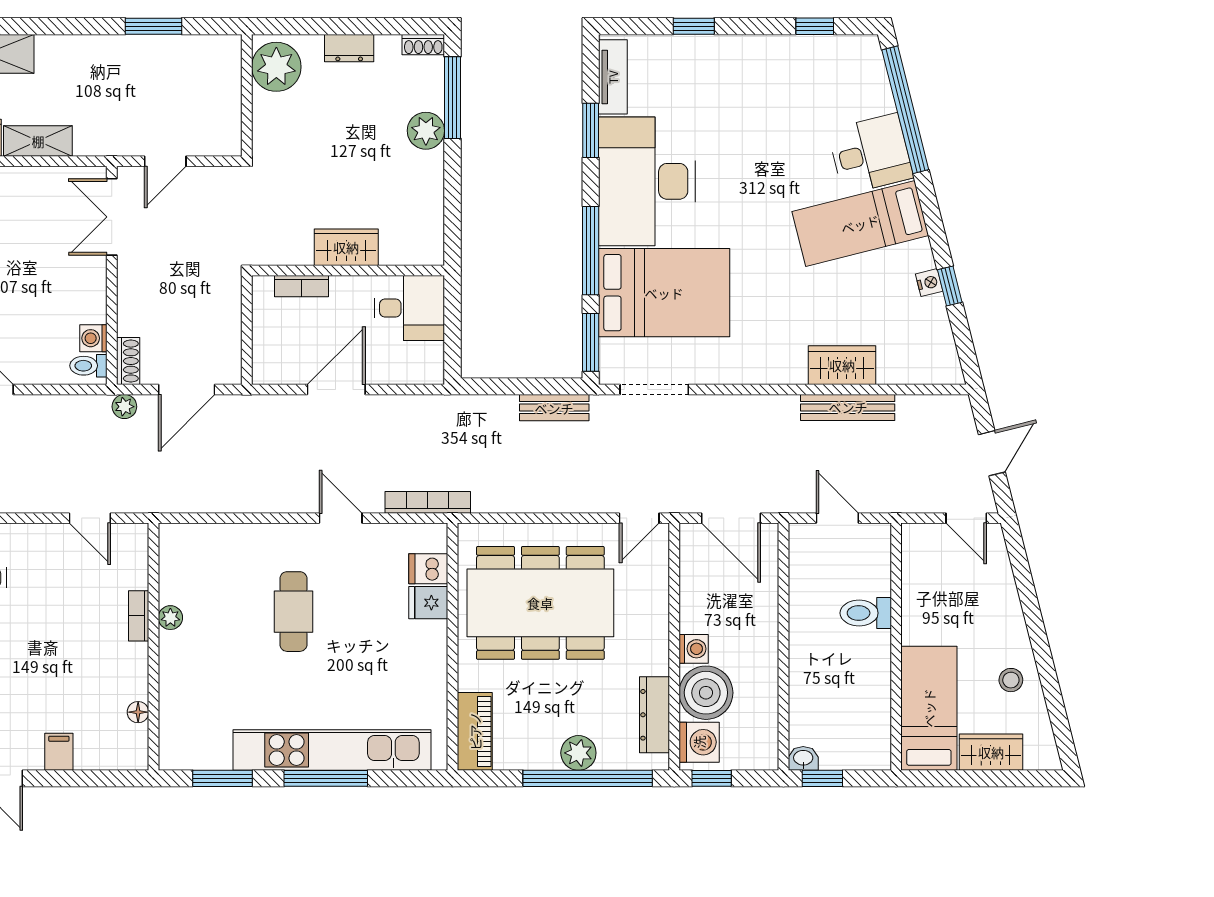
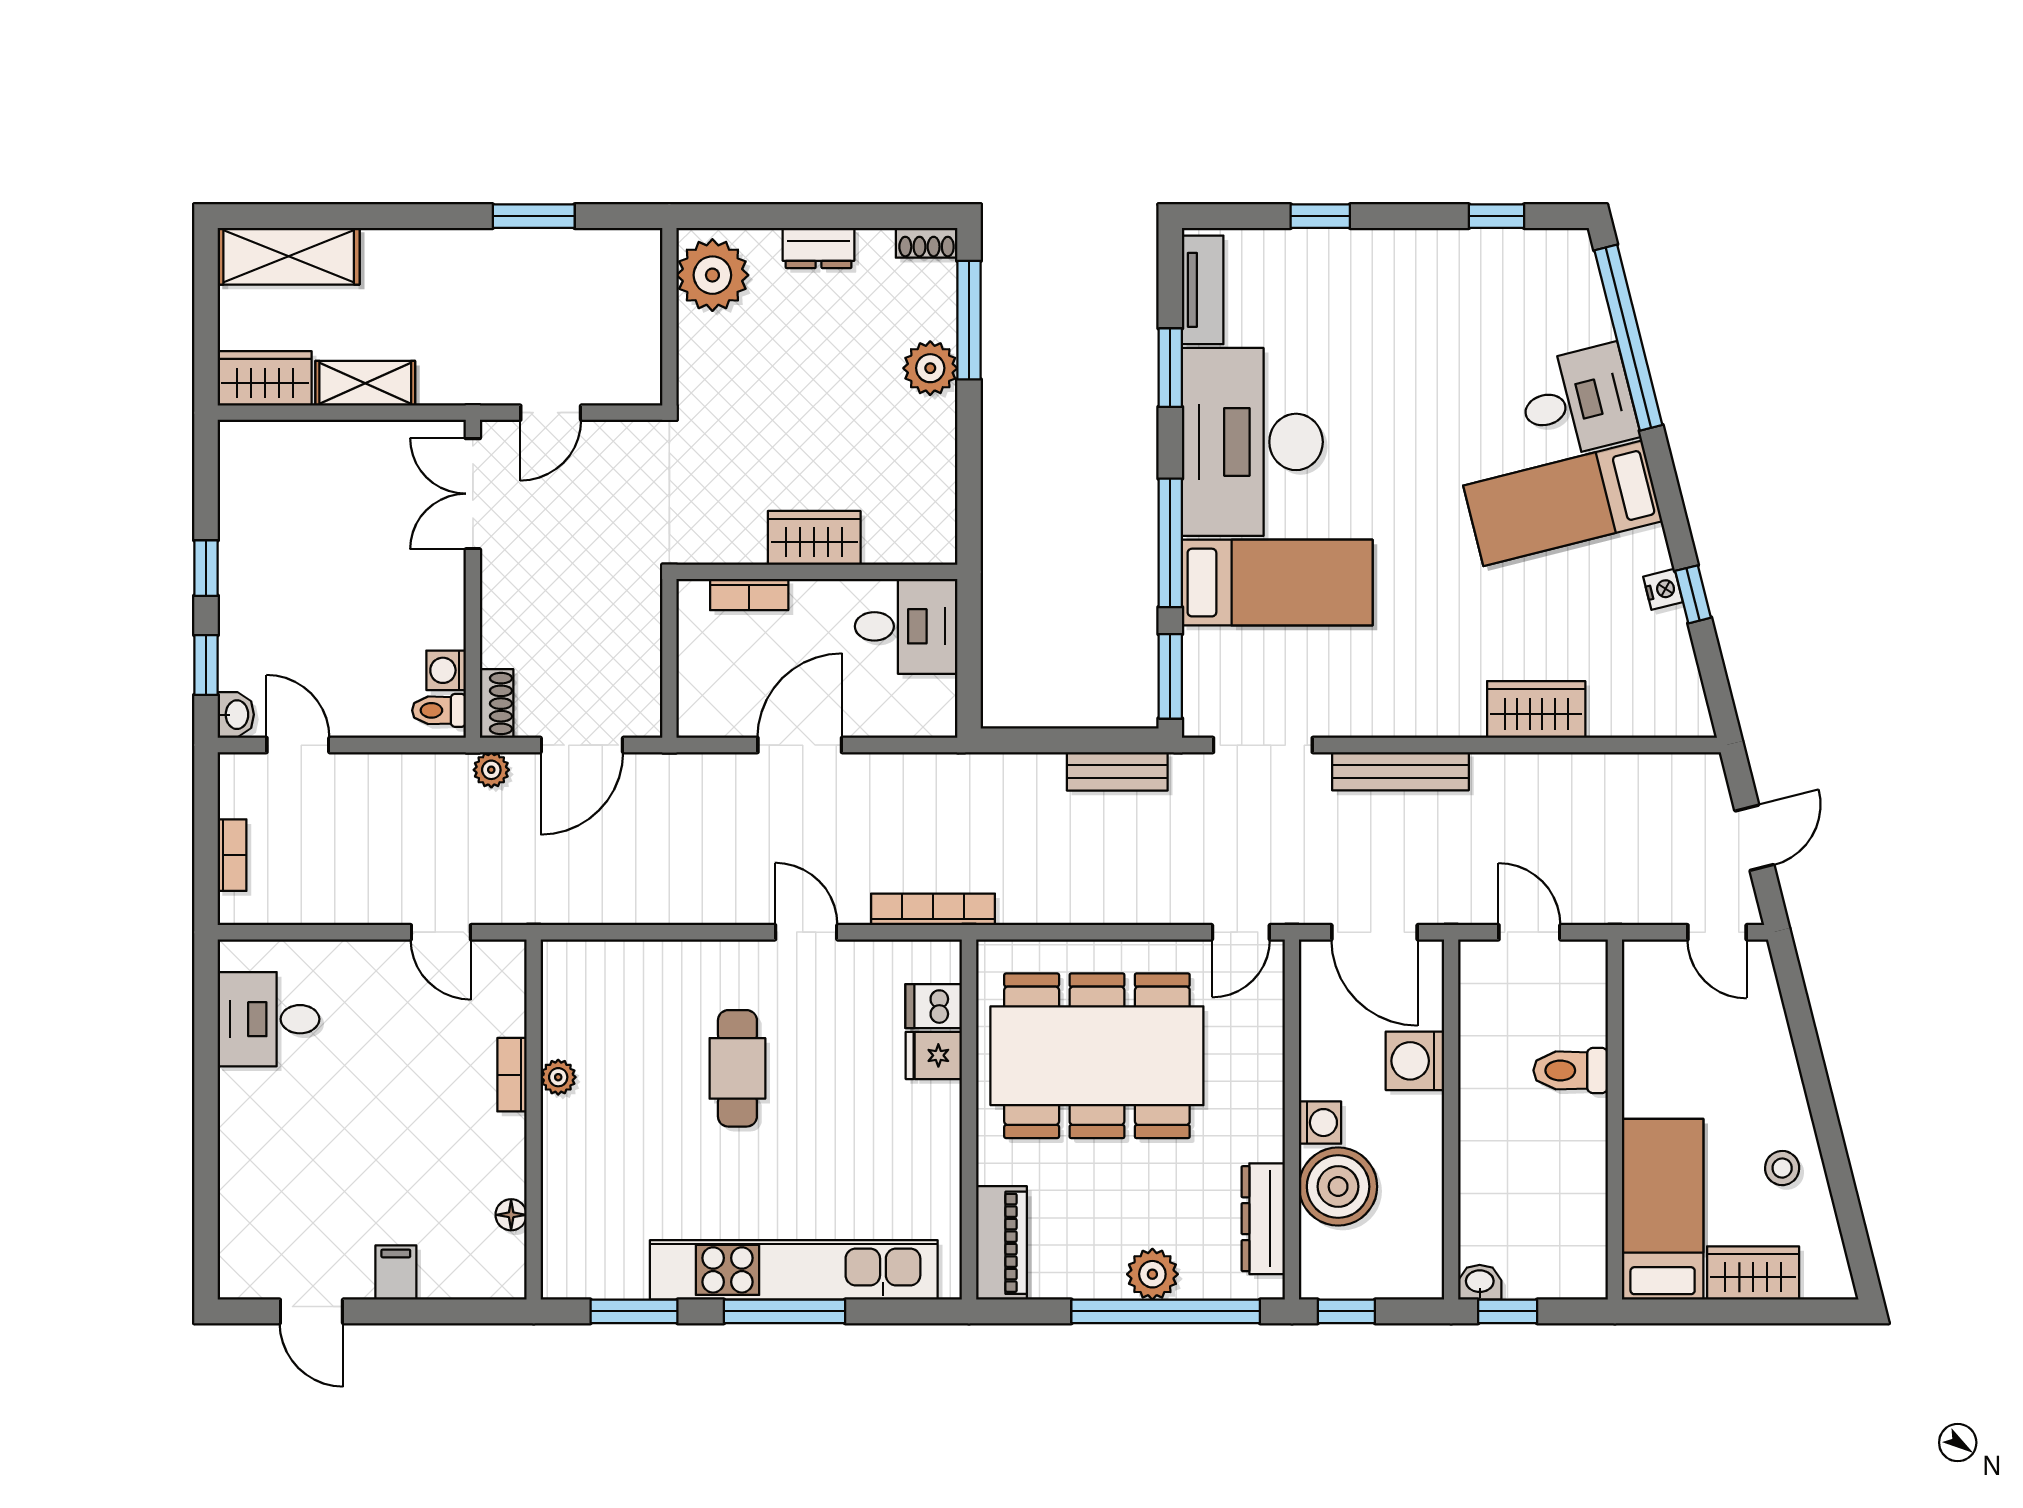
bed: (664, 293) -> (1277, 583), width x0.67
bench: (848, 407) -> (1400, 771), moved
washing machine: (699, 742) -> (1415, 1061), moved, turned 180

